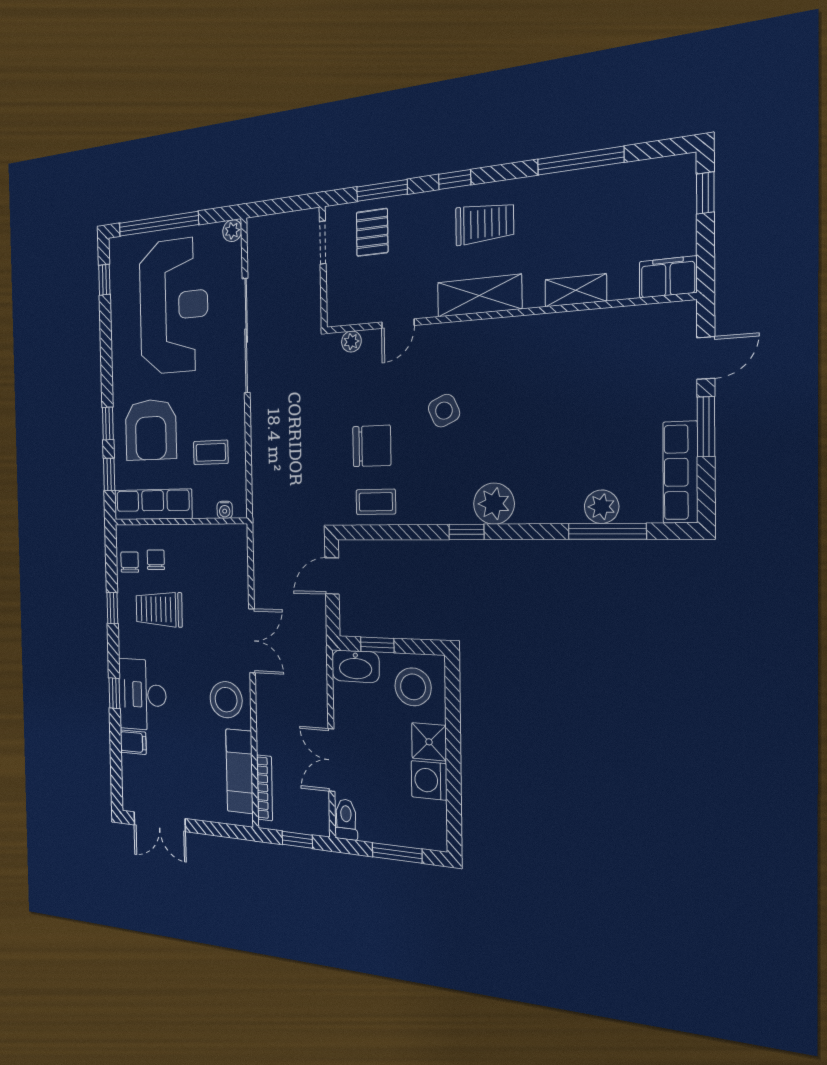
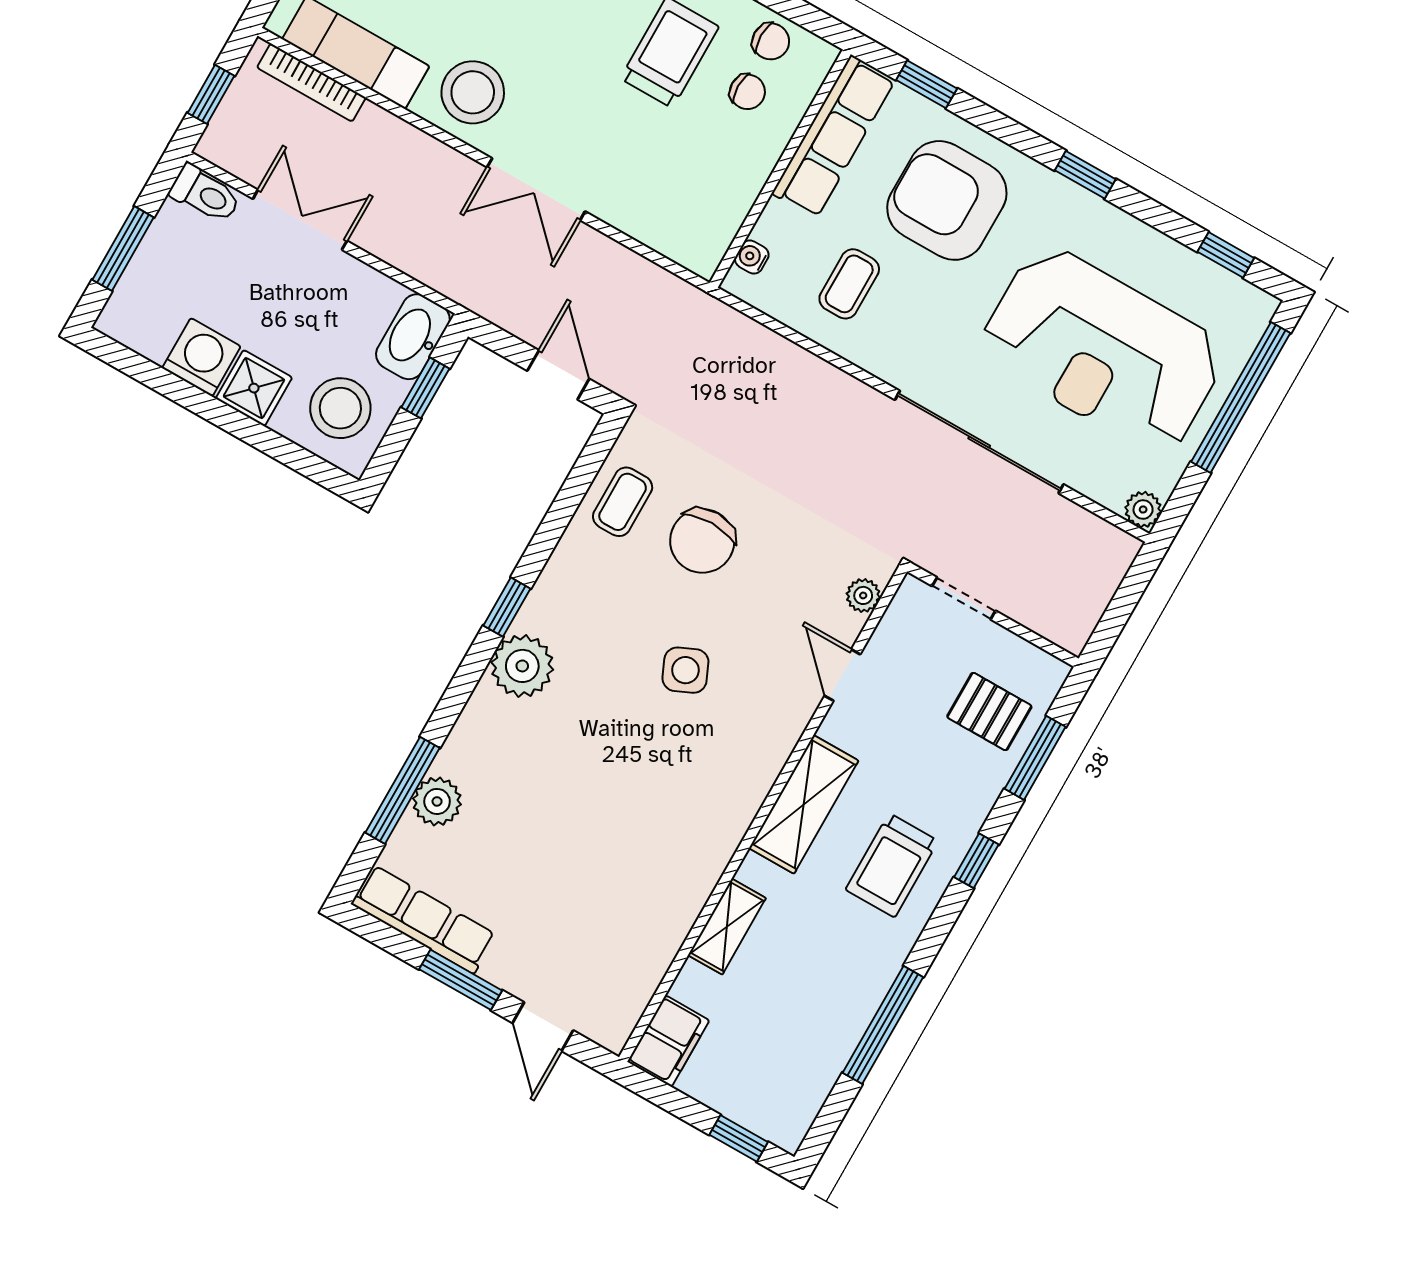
doorway: (323, 242) -> (964, 598), moved
window: (108, 423) -> (1085, 175), moved

